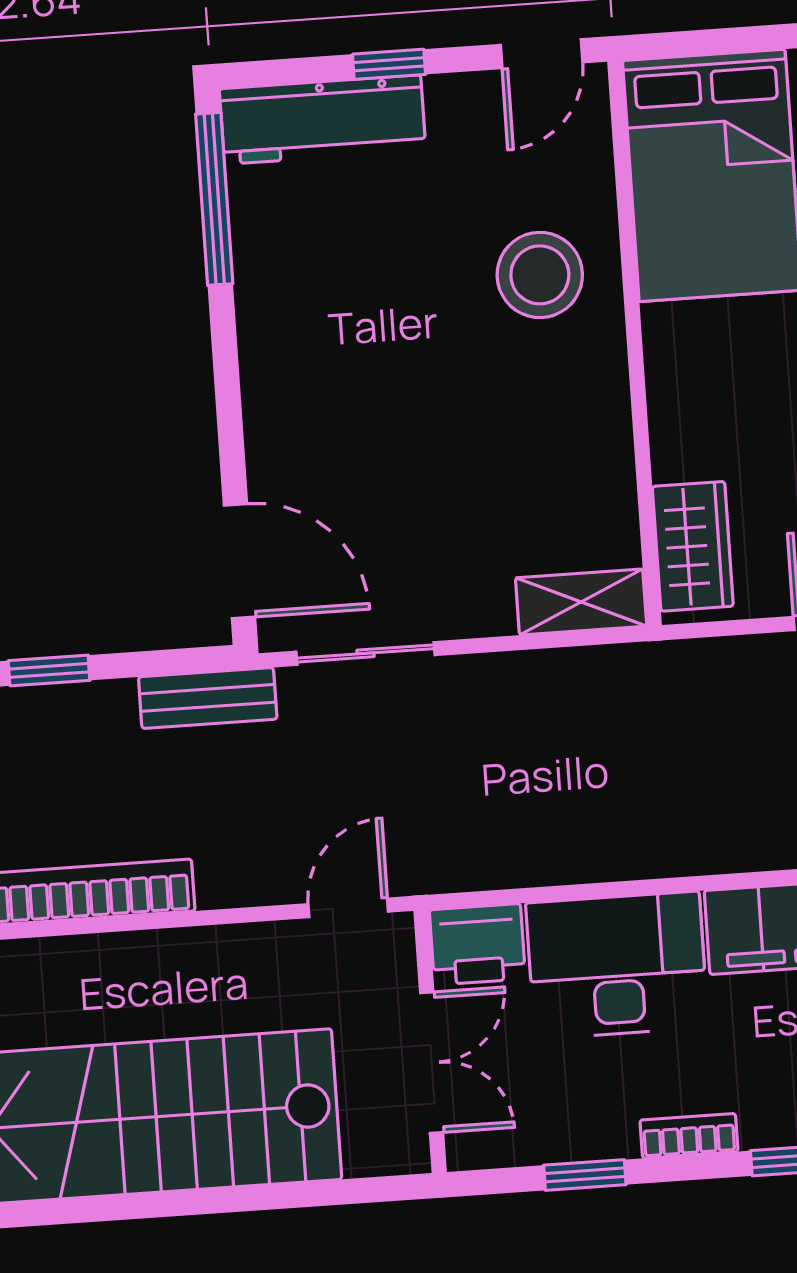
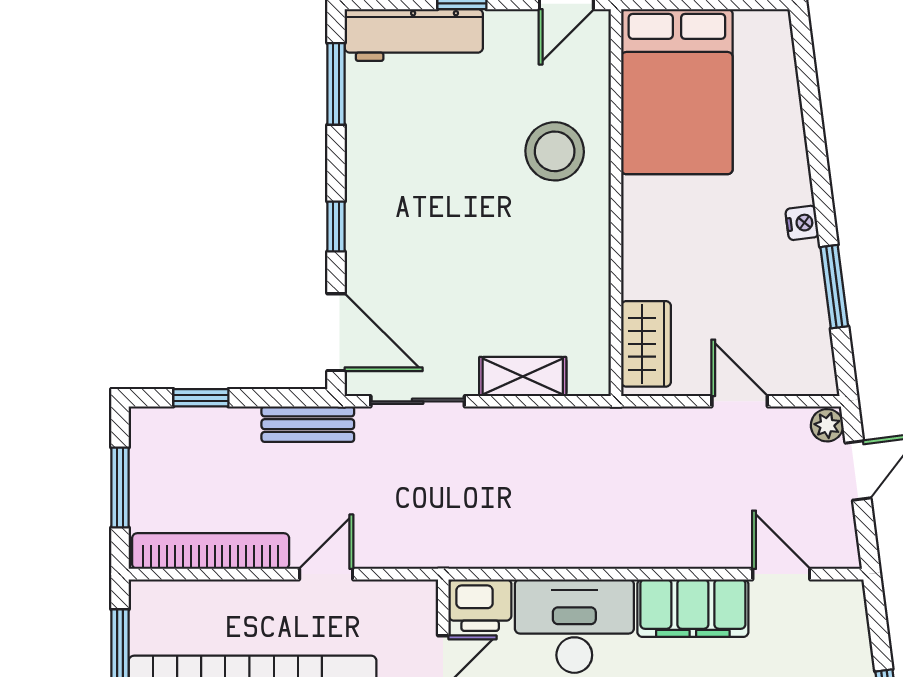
window: (214, 199) -> (336, 84), width x0.69
window: (229, 407) -> (336, 226), added
shelving: (581, 602) -> (523, 376), moved
door: (348, 908) -> (326, 574), moved

